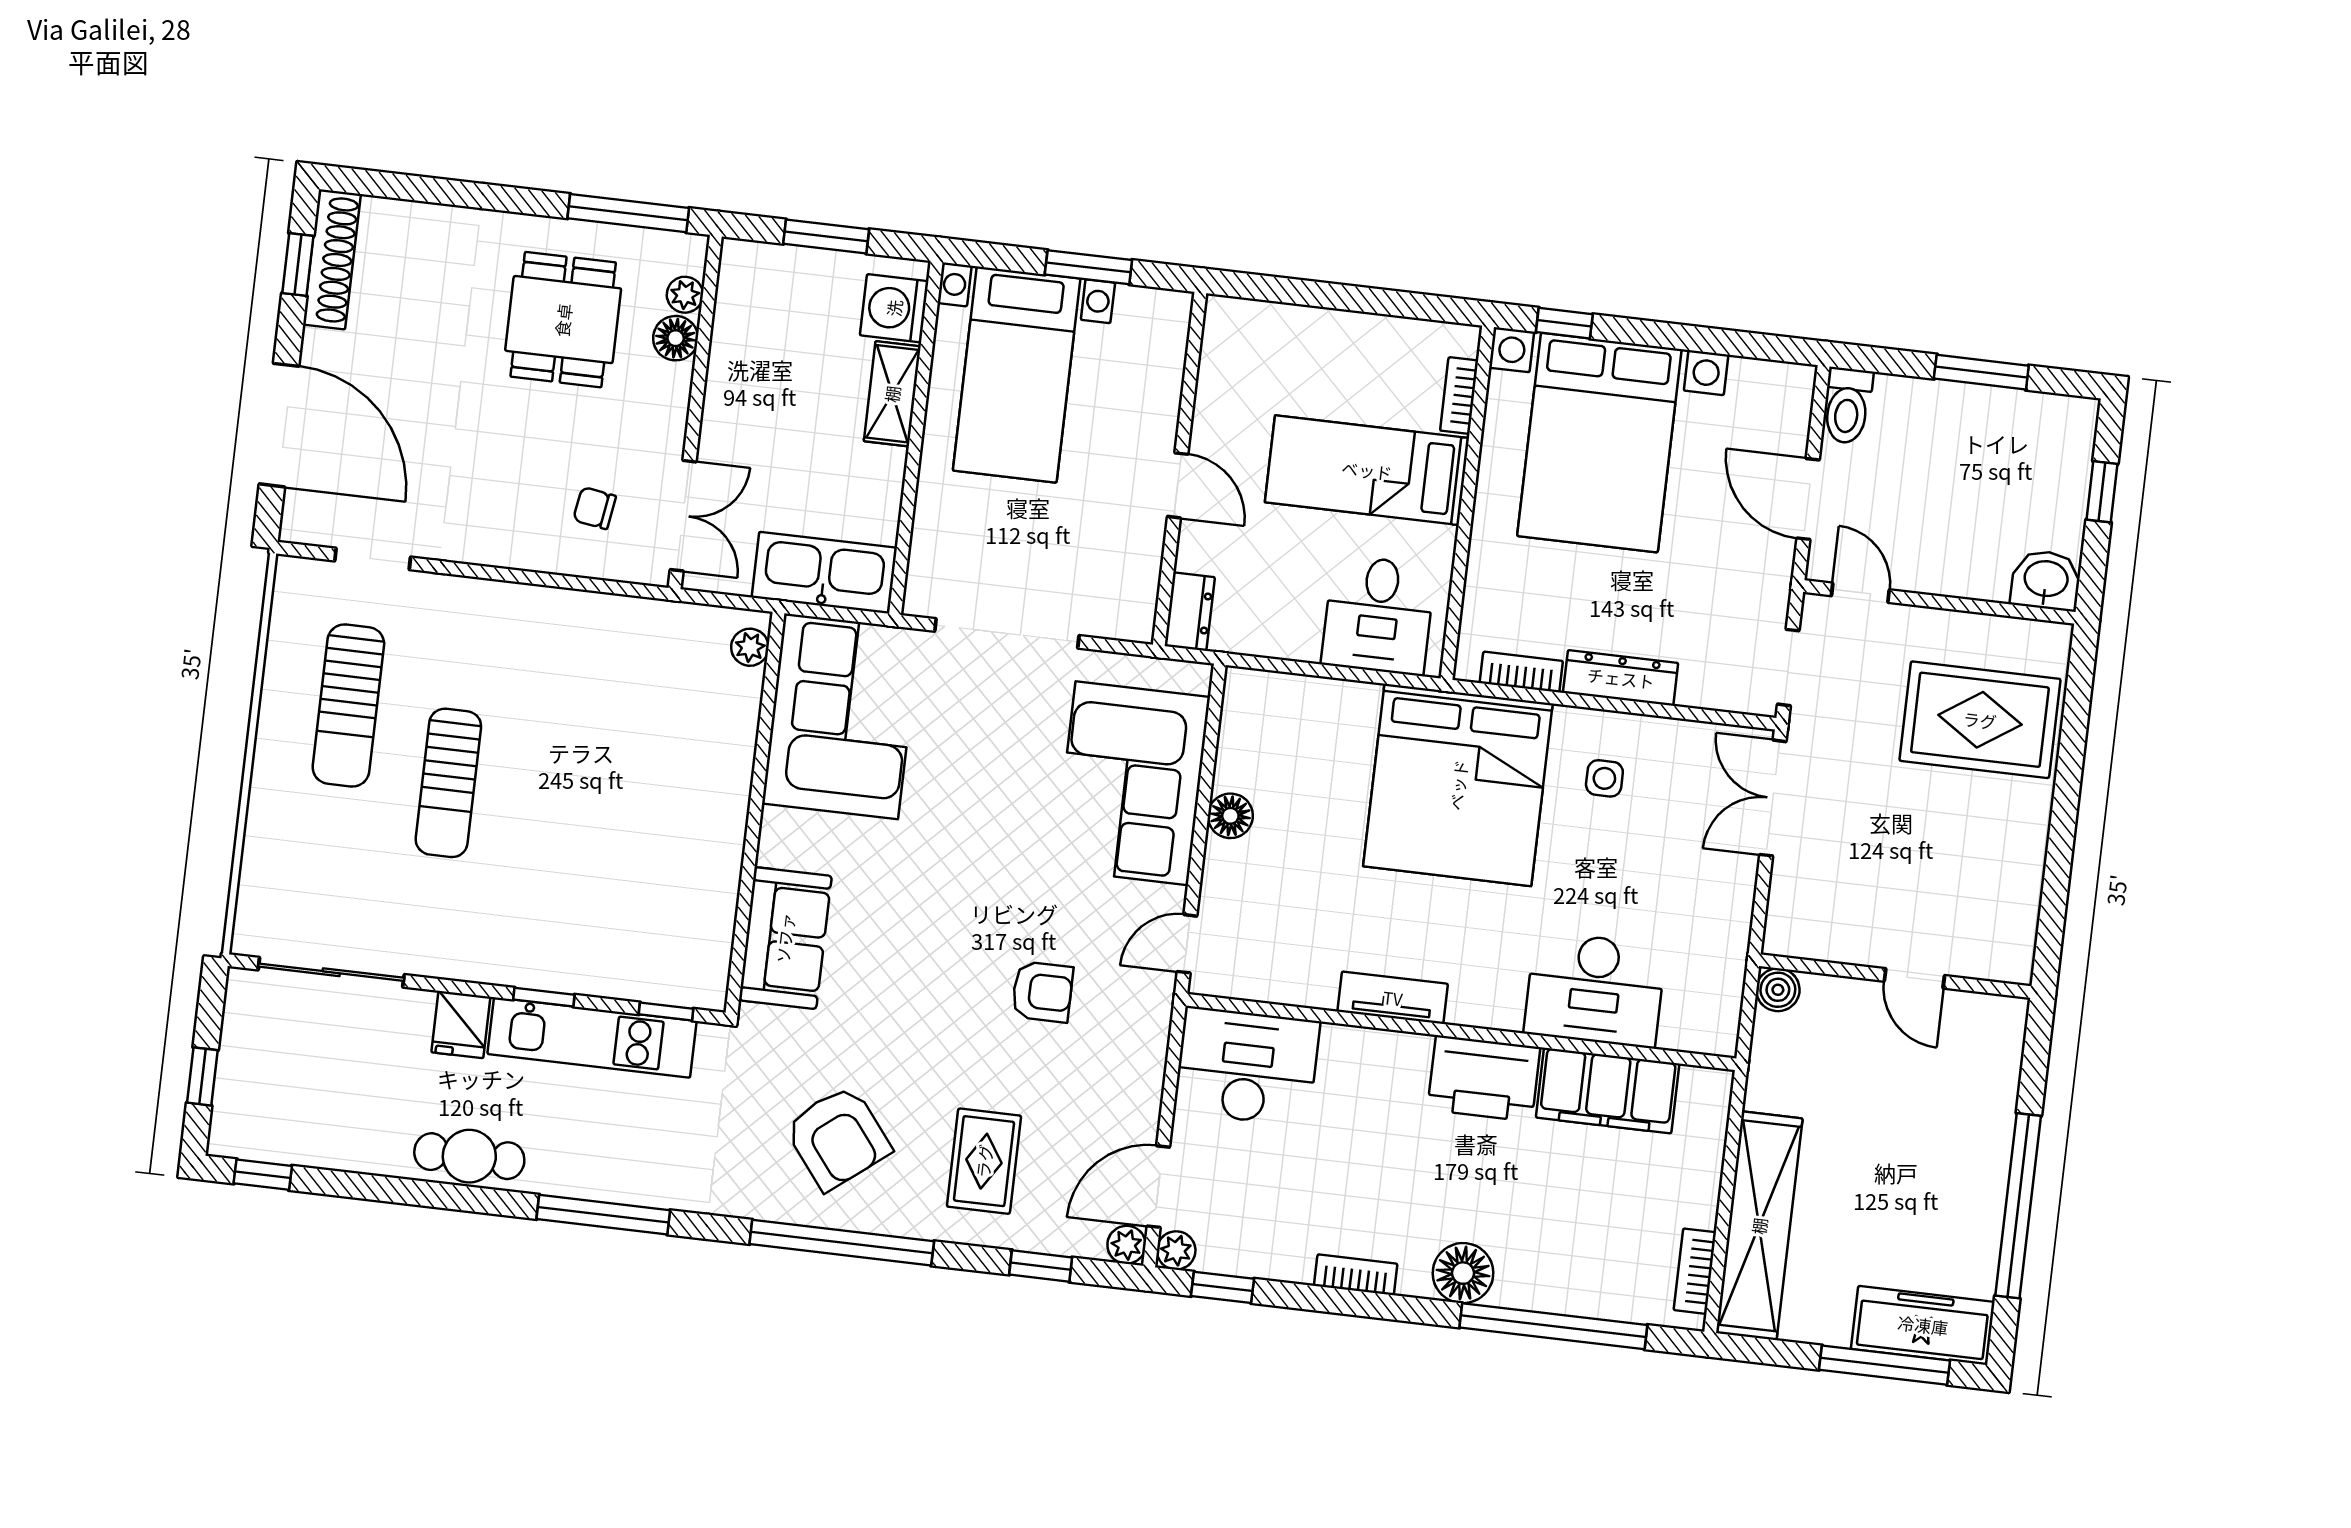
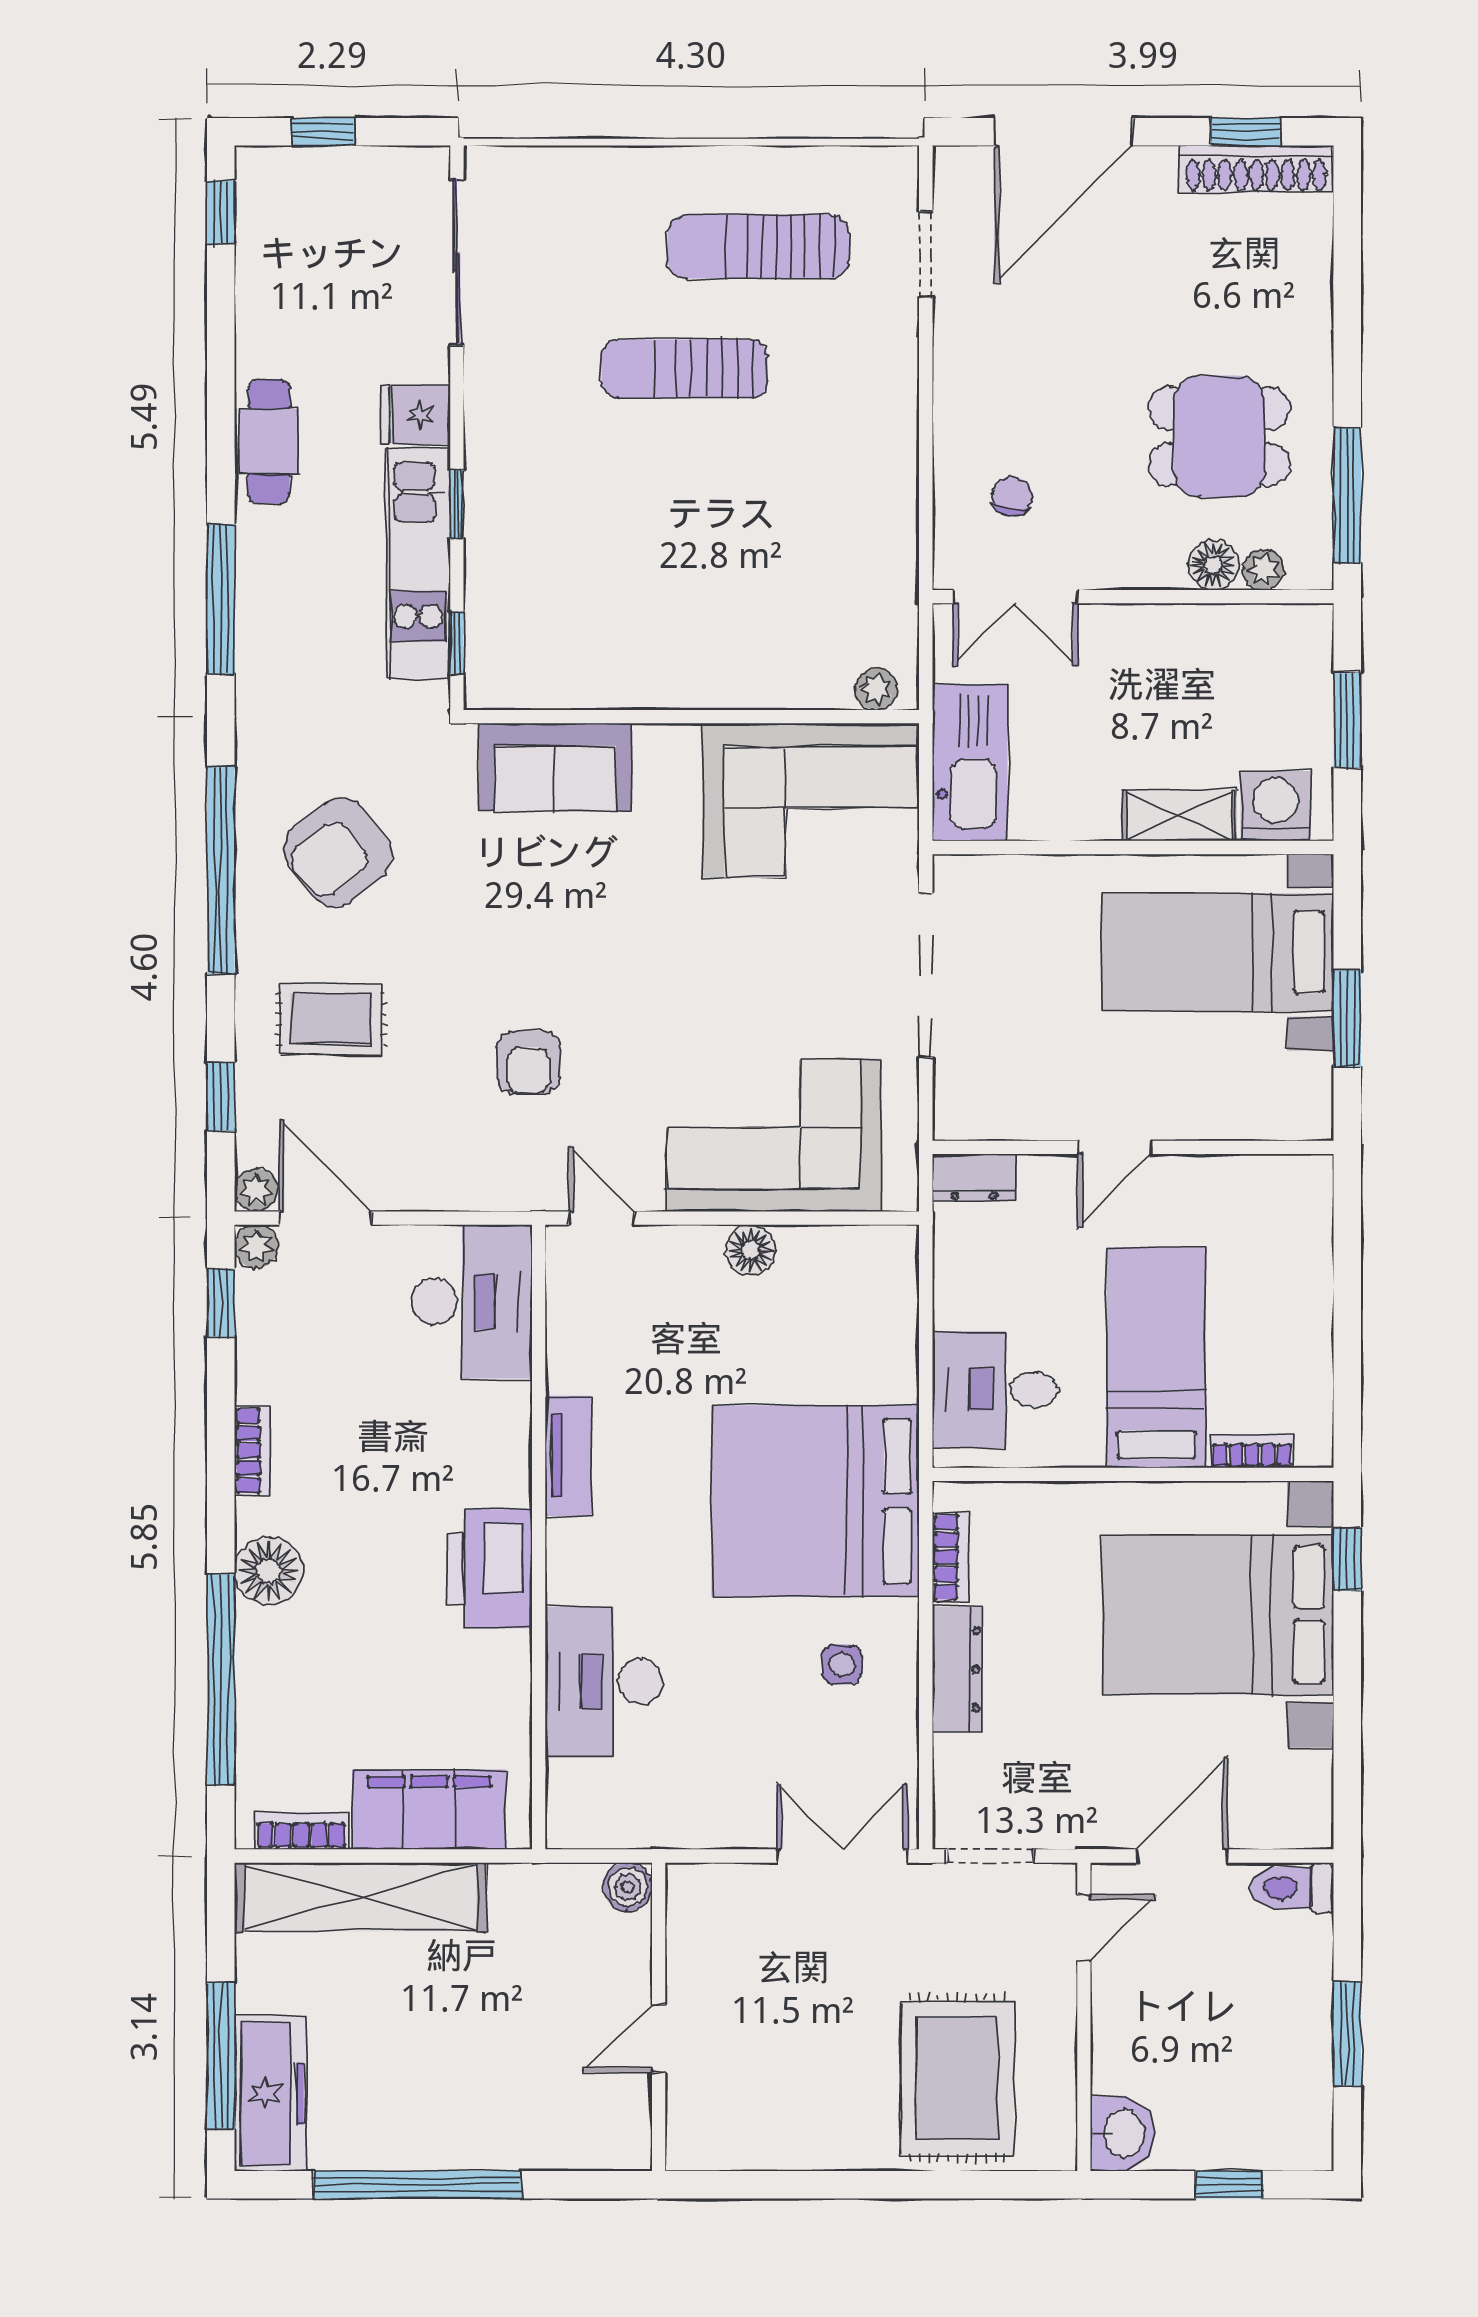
filing cabinet: (1608, 1091) -> (429, 1810), moved, turned 90

